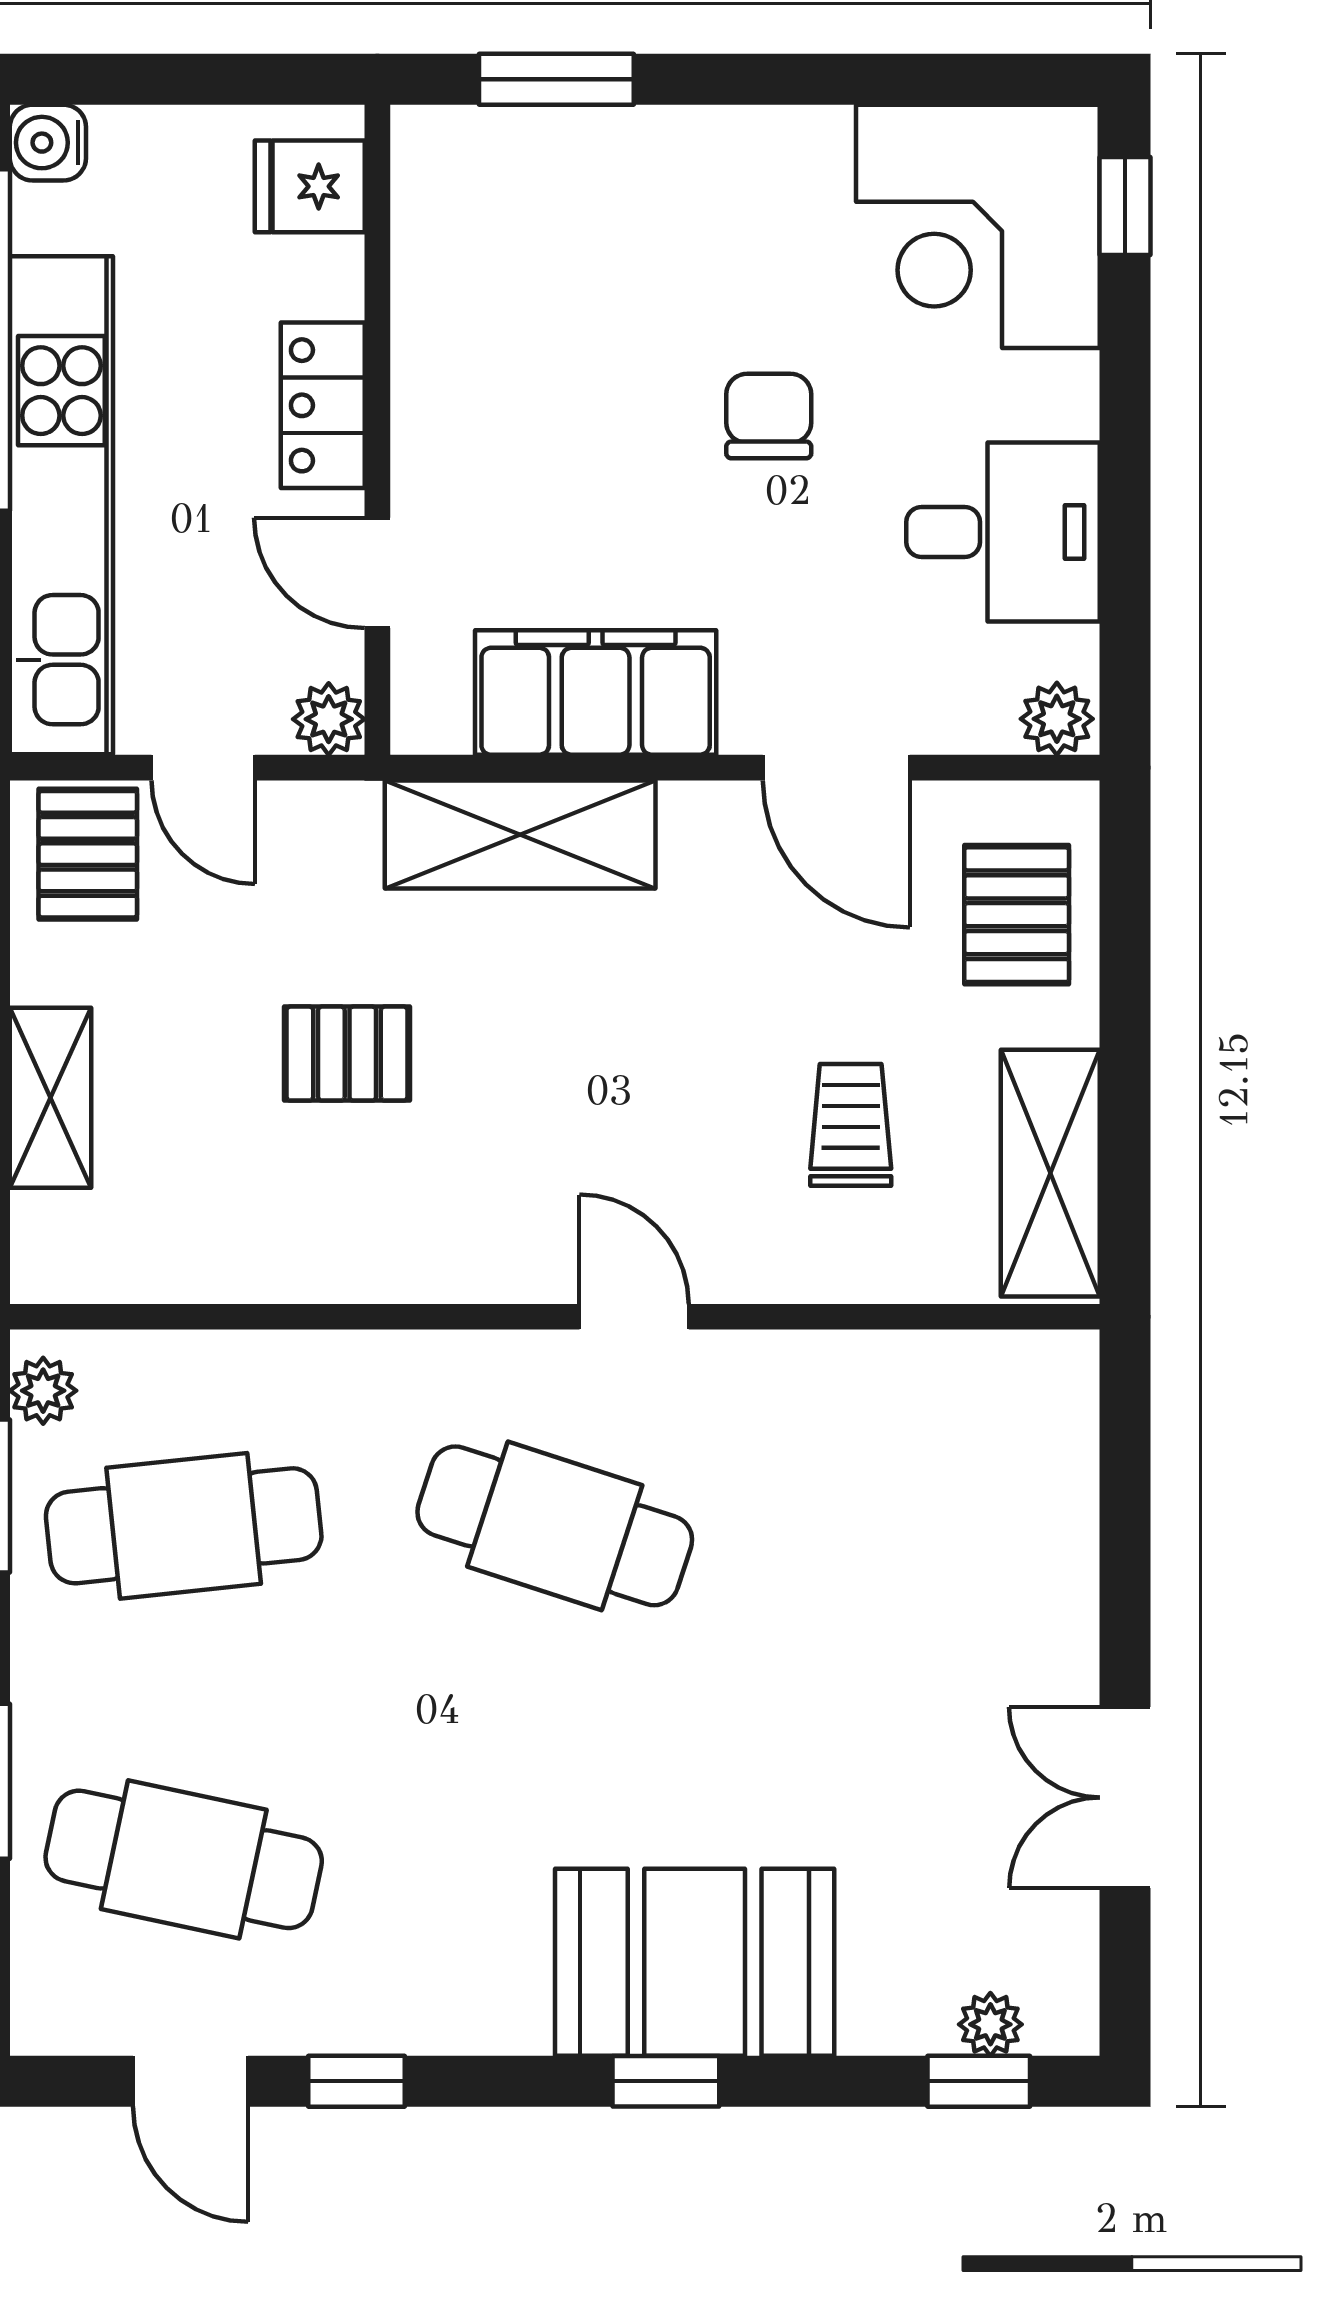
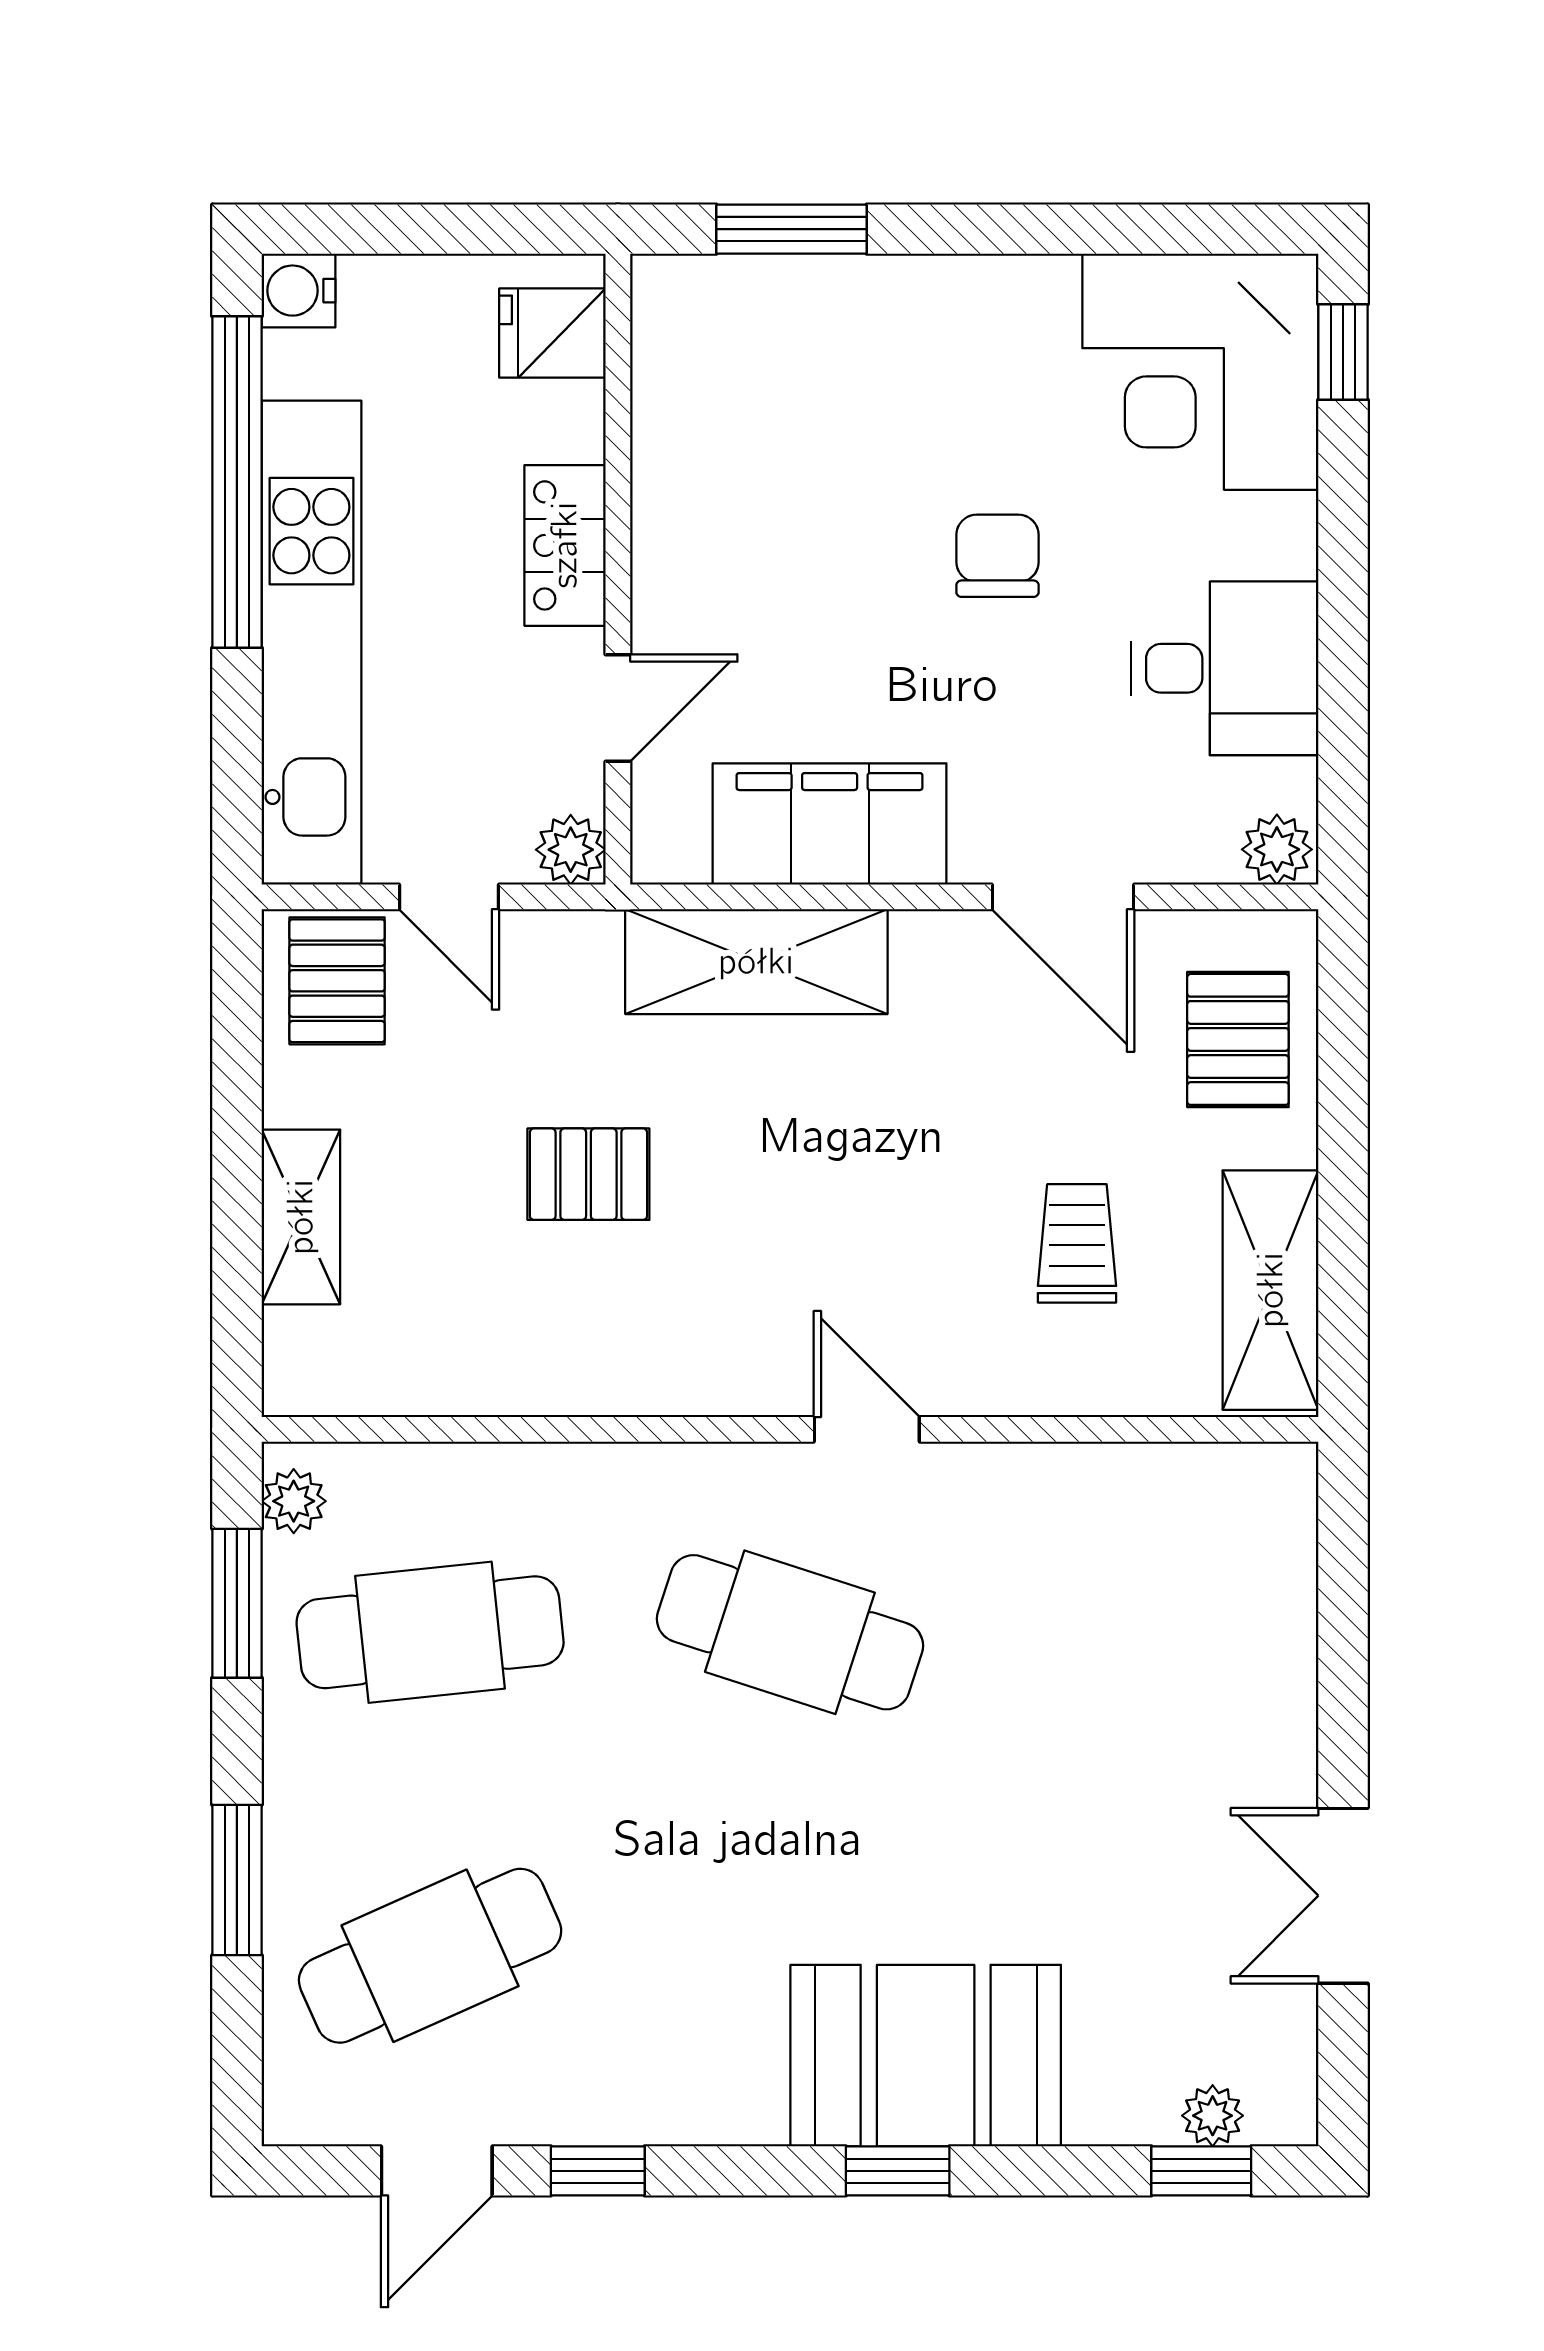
door: (377, 573) -> (618, 708), swing flipped
cafe table: (184, 1859) -> (430, 1956), turned -36
door: (191, 2081) -> (437, 2171), hinge flipped

